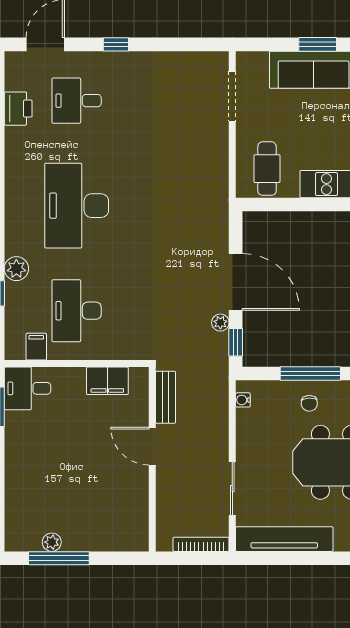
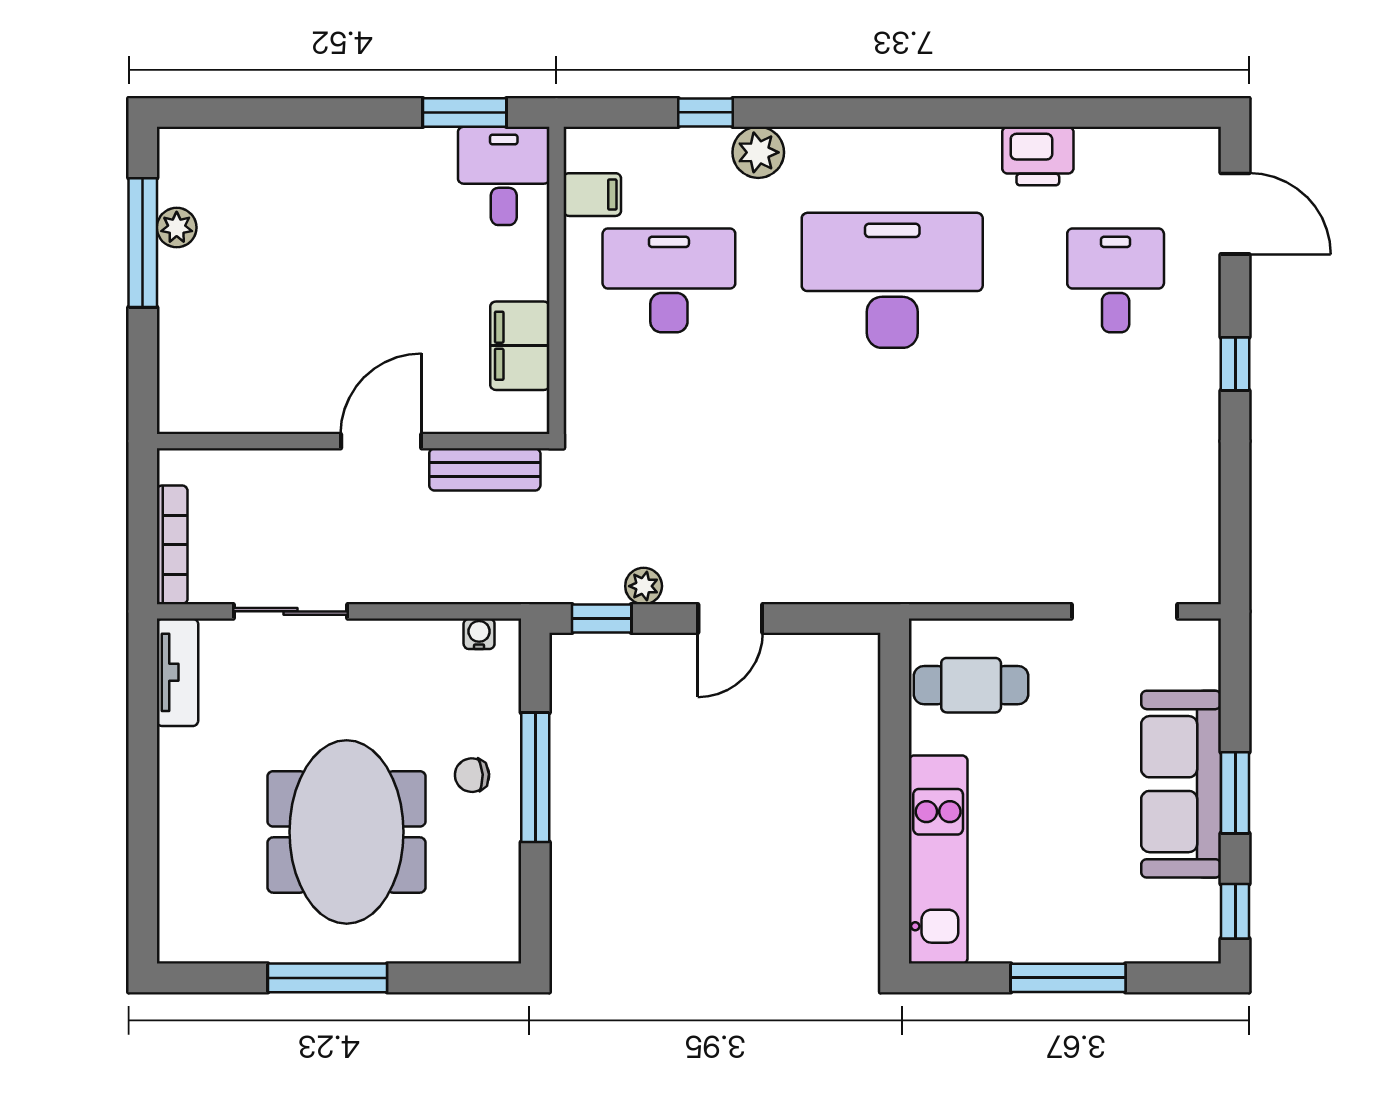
printer: (18, 109) -> (1038, 156), moved
door: (236, 282) -> (730, 618), width x0.53
tv unit: (284, 539) -> (177, 672), width x0.52, depth x0.78

